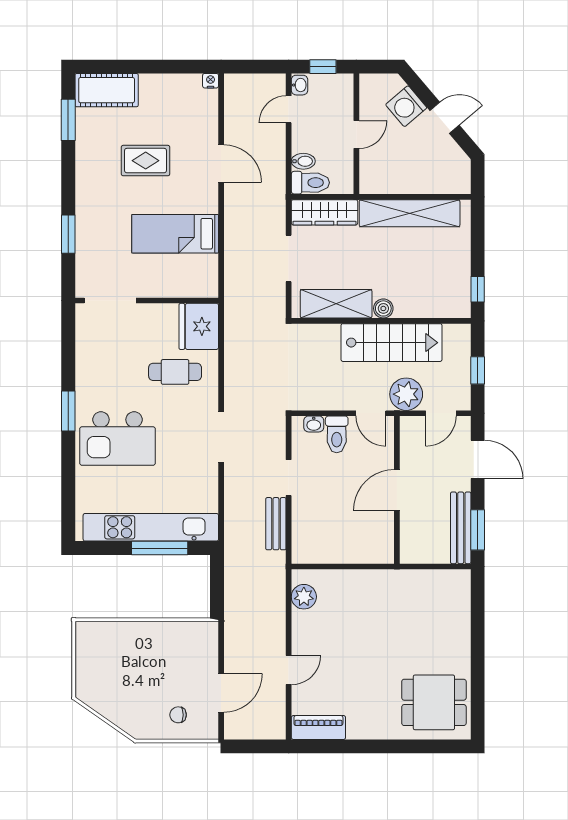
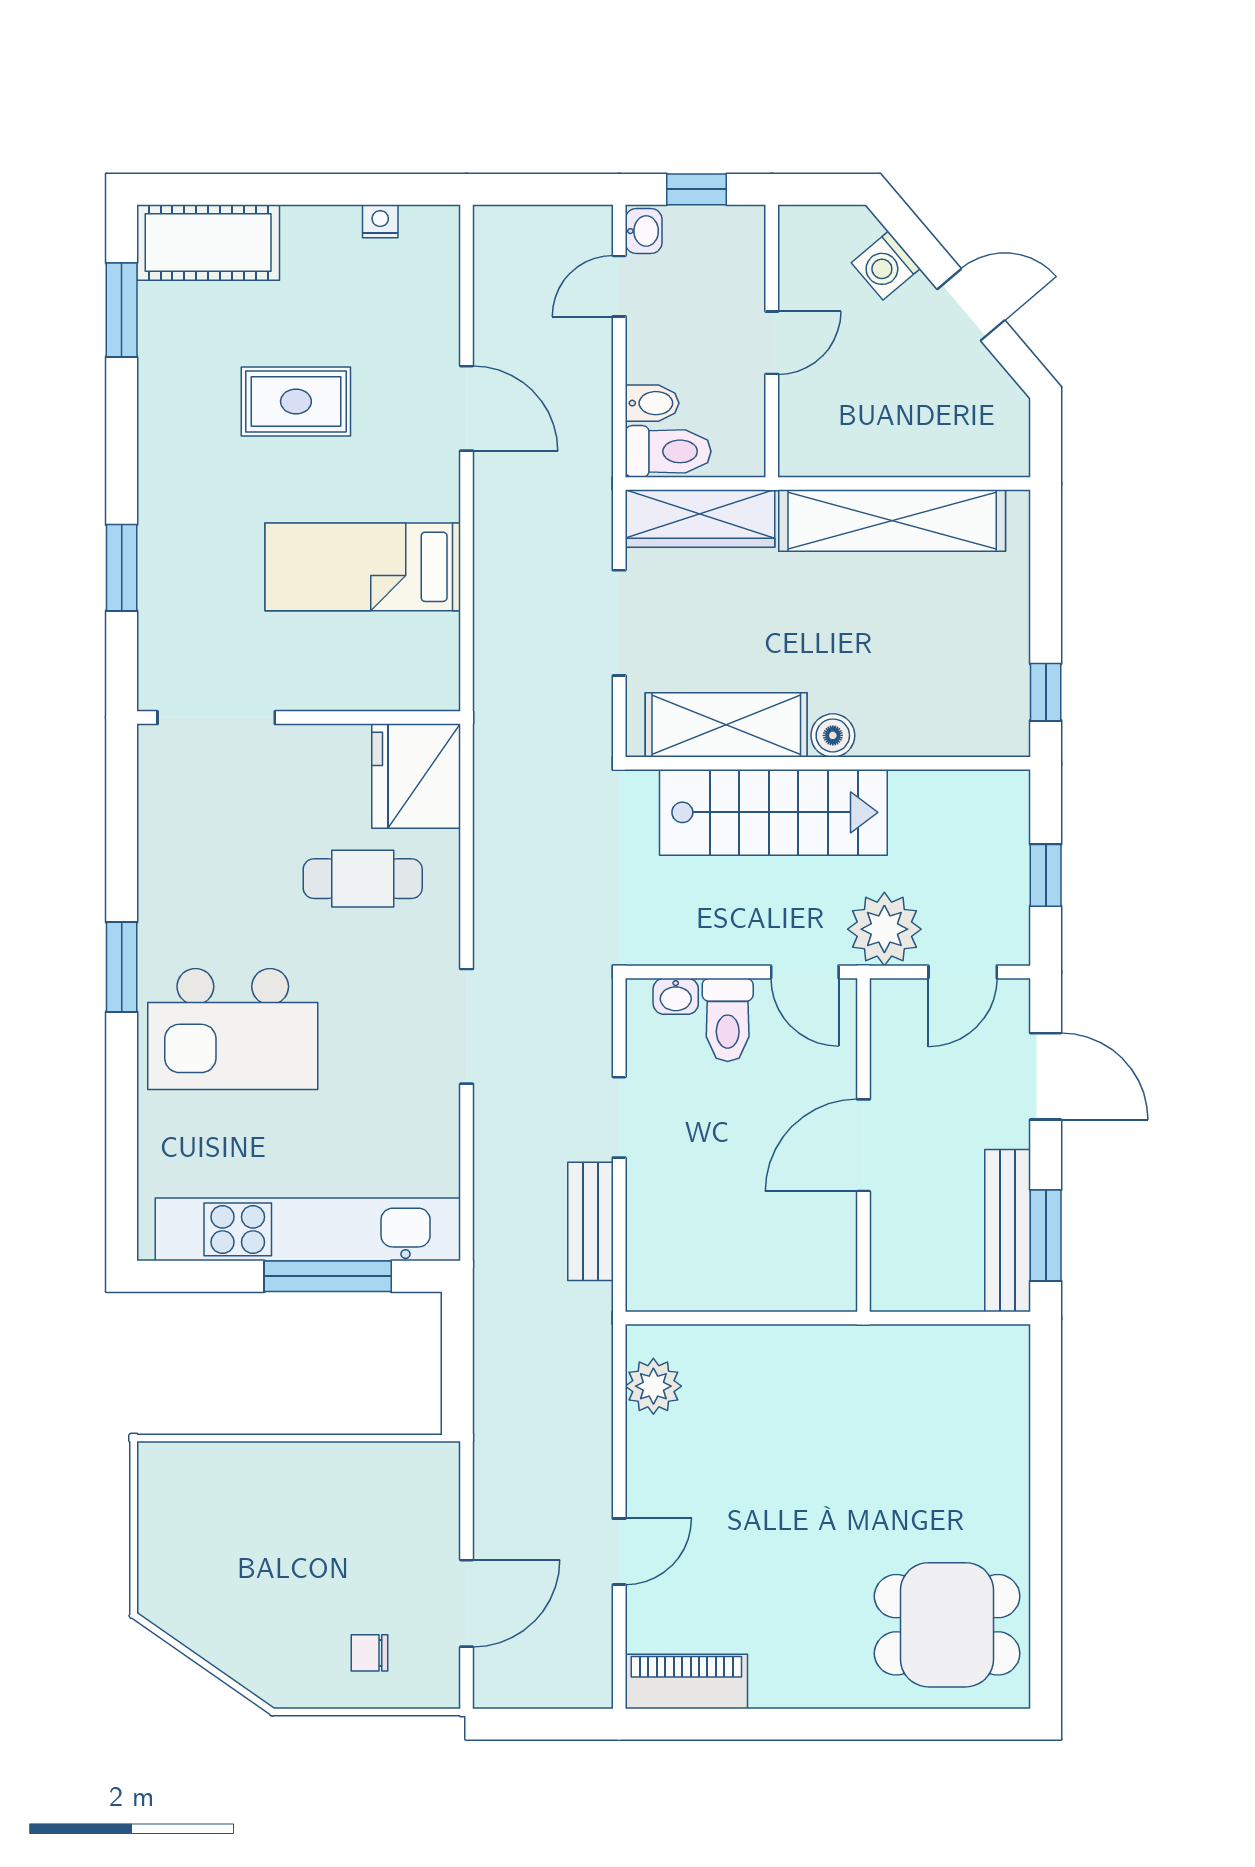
nightstand: (211, 81) -> (380, 221), moved
washing machine: (406, 106) -> (886, 266), width x0.73, depth x0.73
stairs: (392, 343) -> (773, 812), moved

